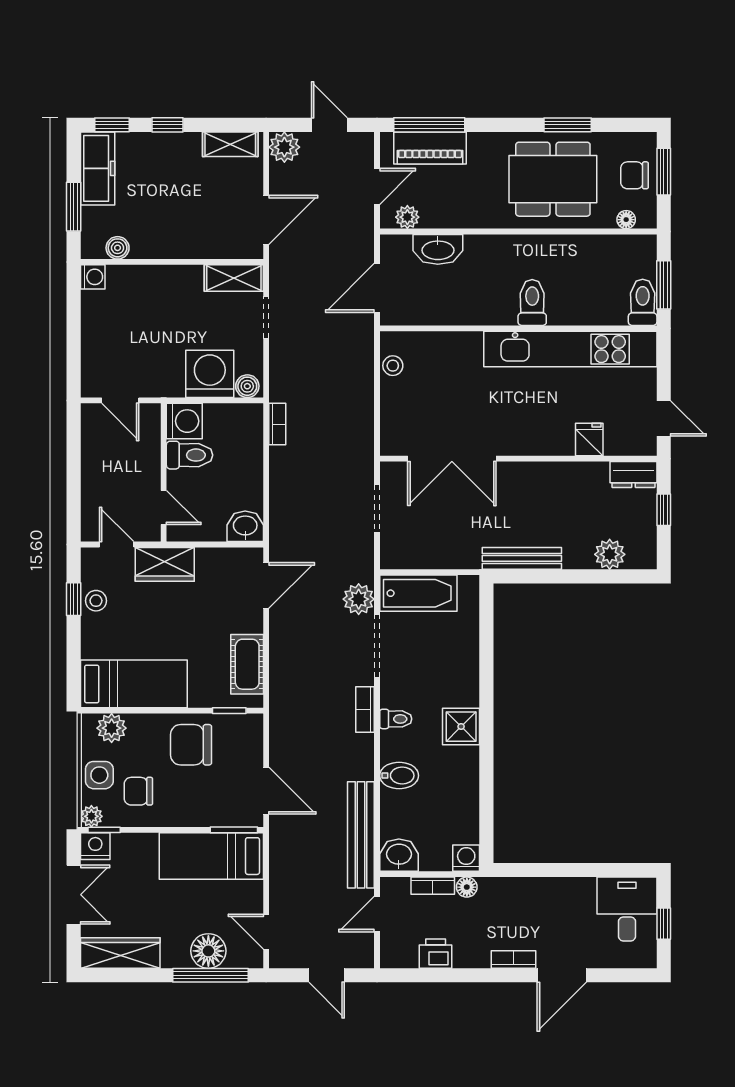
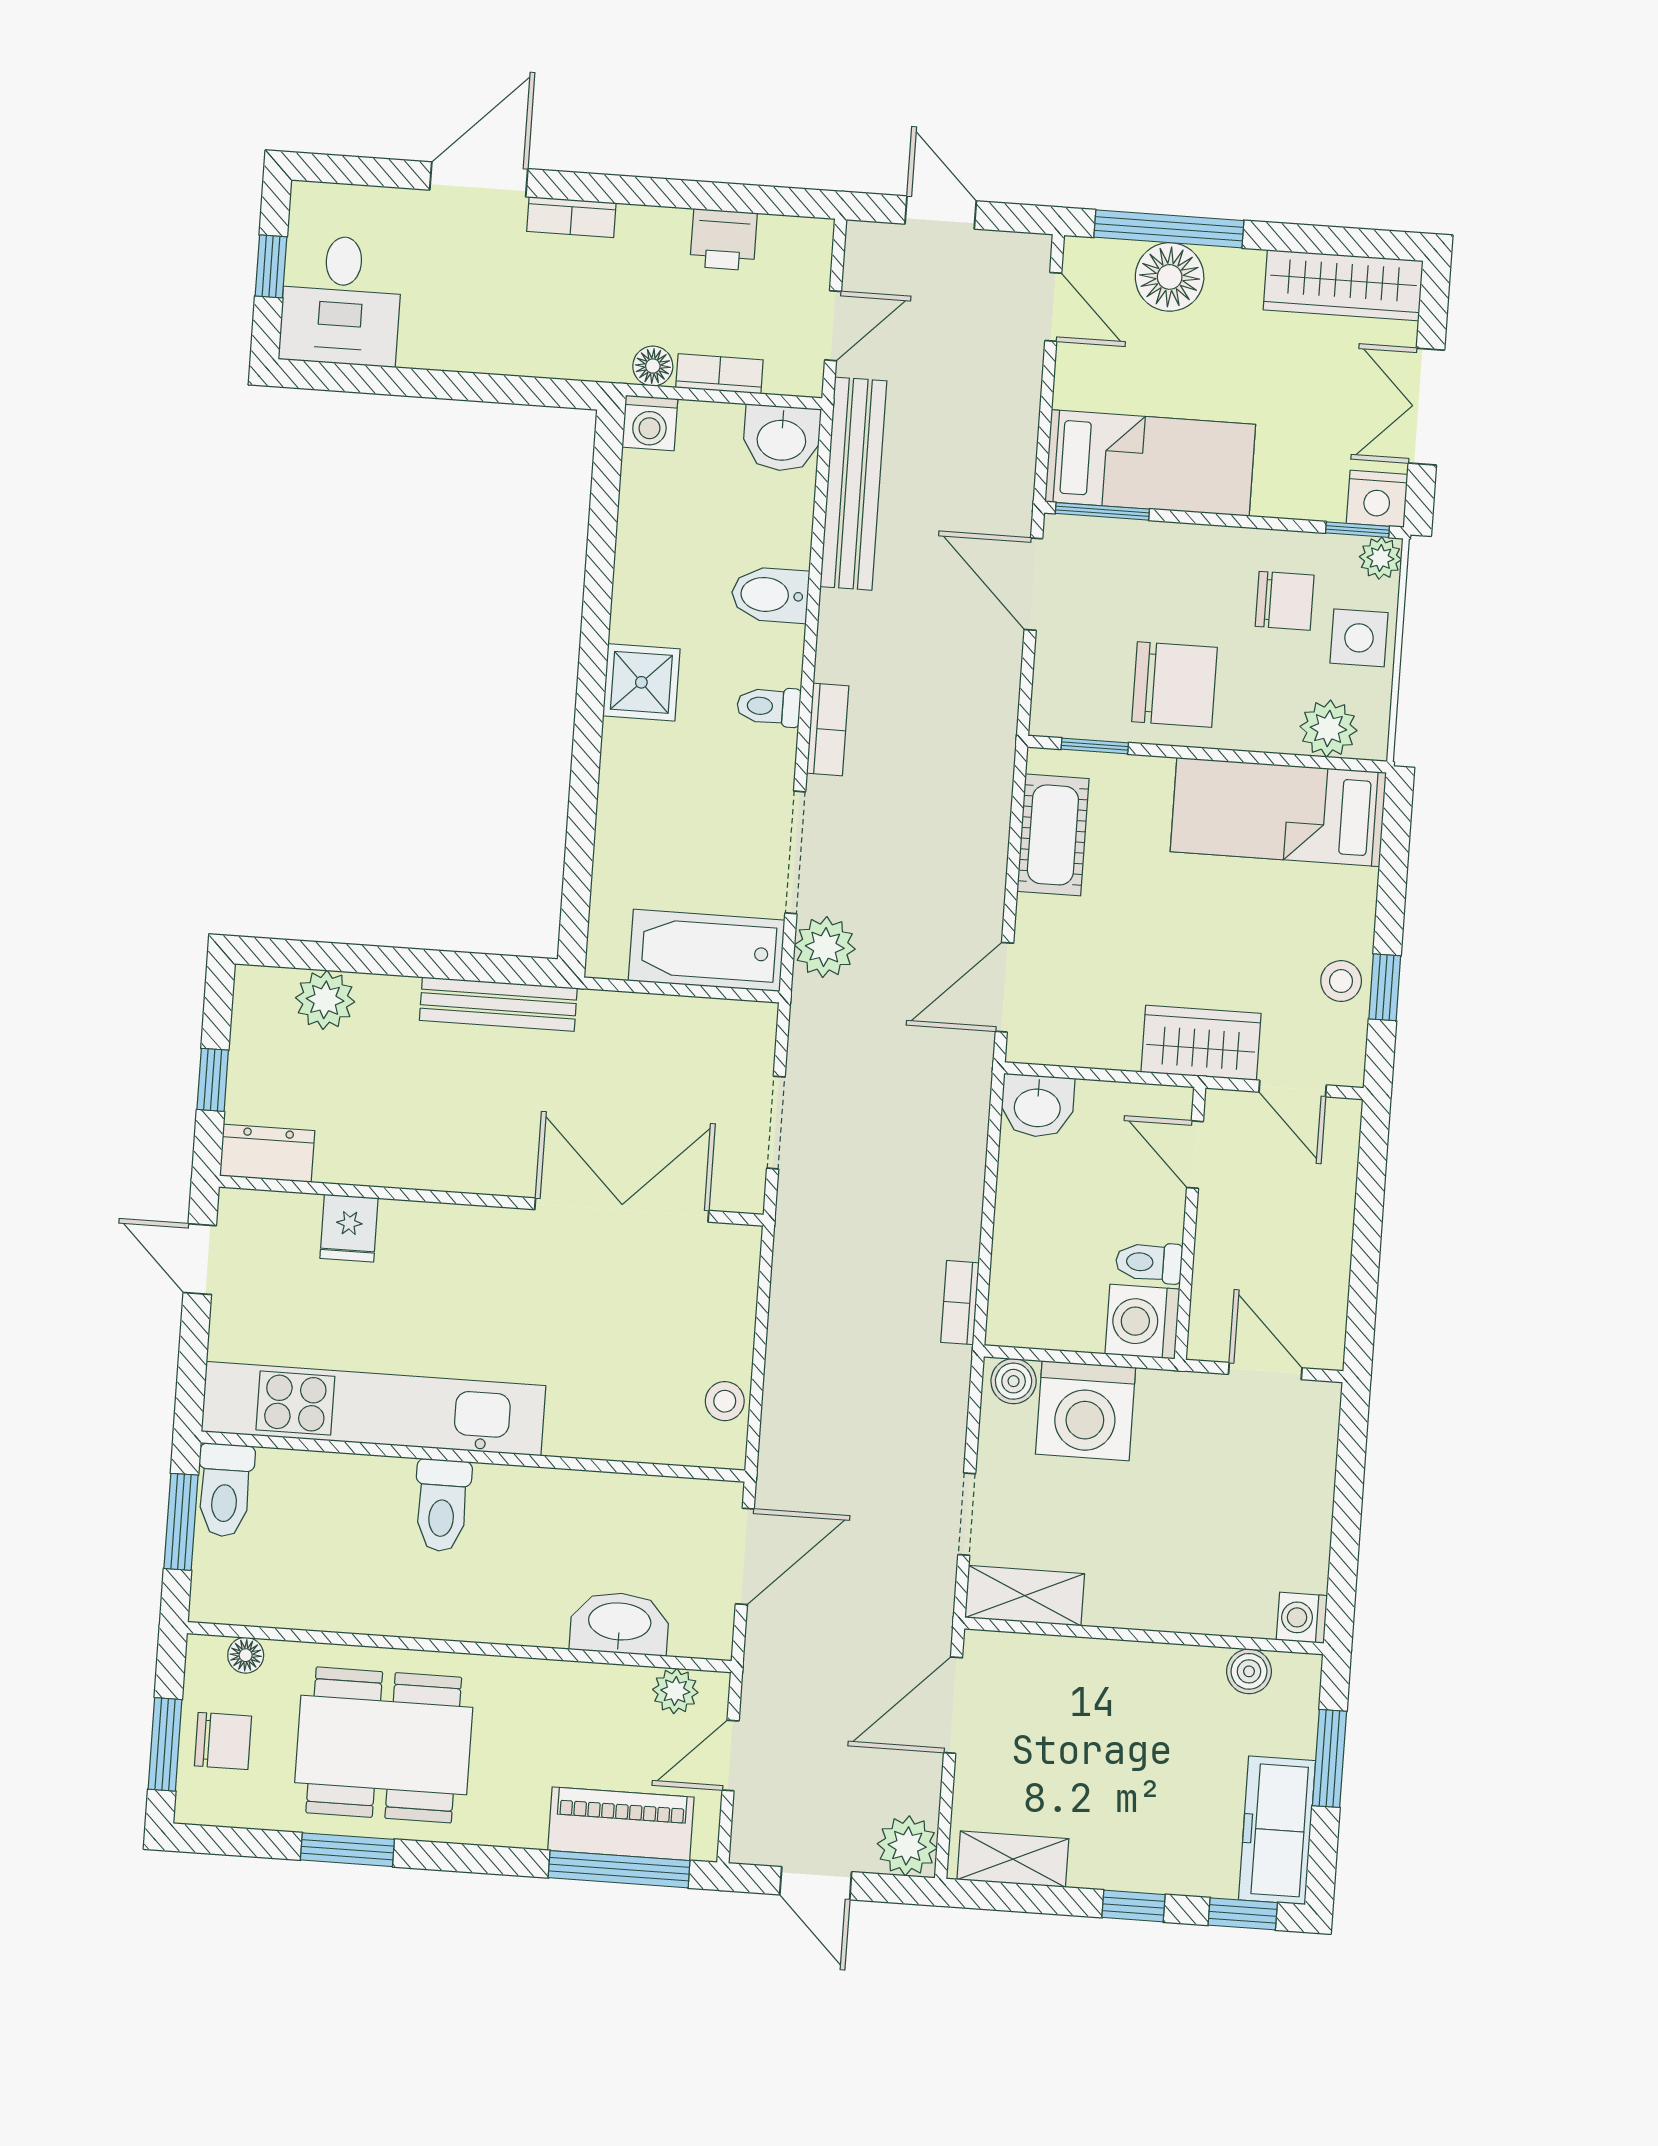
toilet: (190, 455) -> (1149, 1262), width x0.73, depth x0.72

